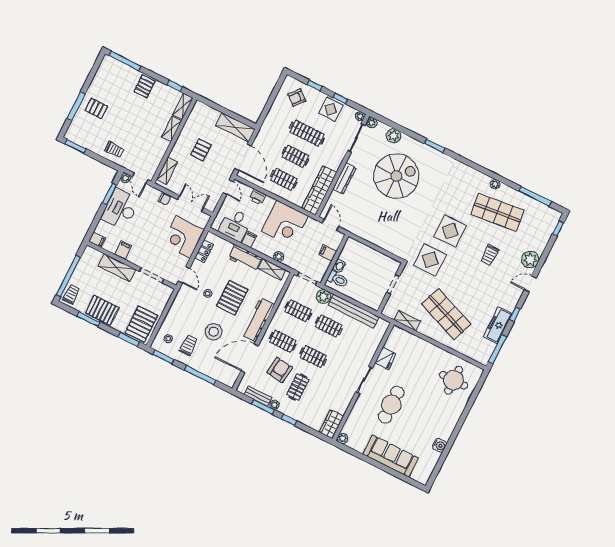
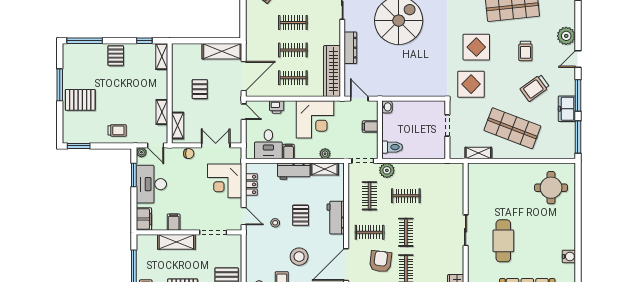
window: (76, 106) -> (60, 85), moved
pallet: (96, 108) -> (80, 100), width x1.50, depth x1.42
shelving: (172, 129) -> (162, 112), moved
clothes rail: (307, 133) -> (293, 22), width x0.73
door: (243, 157) -> (244, 76), hinge flipped
filing cabinet: (97, 240) -> (144, 219), width x2.00
washbasin: (339, 266) -> (387, 107), moved
trolley: (482, 290) -> (535, 88), added
pallet: (232, 298) -> (301, 215), width x0.67, depth x0.71
clothes rail: (298, 311) -> (370, 196), turned 90
bench: (354, 311) -> (423, 170), removed
window: (515, 314) -> (578, 95), width x2.17
workbench: (258, 320) -> (336, 218), width x0.73
freezer: (498, 325) -> (567, 109), width x0.71
clothes rail: (313, 356) -> (406, 232), turned 90
fridge: (386, 358) -> (476, 199), removed

